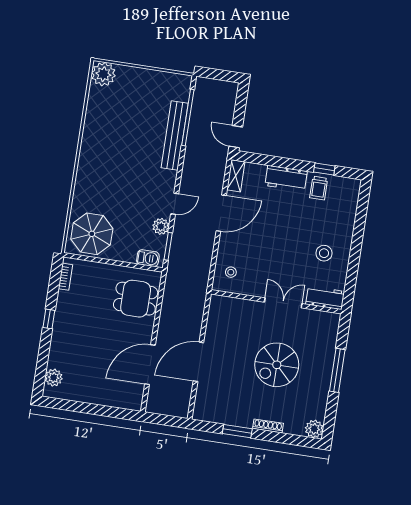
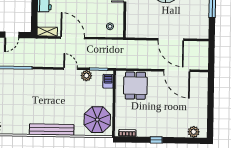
bench: (175, 135) -> (52, 130), moved
door: (236, 137) -> (12, 35), moved

